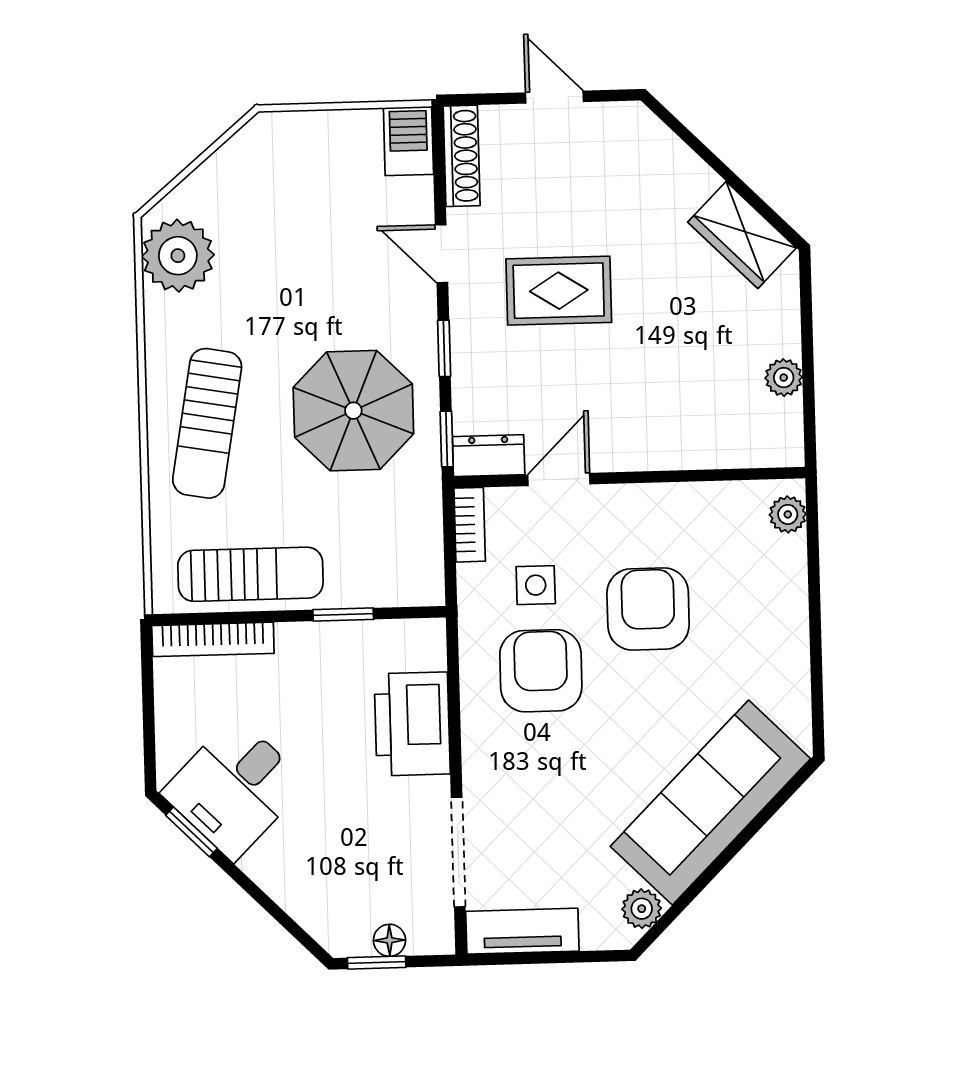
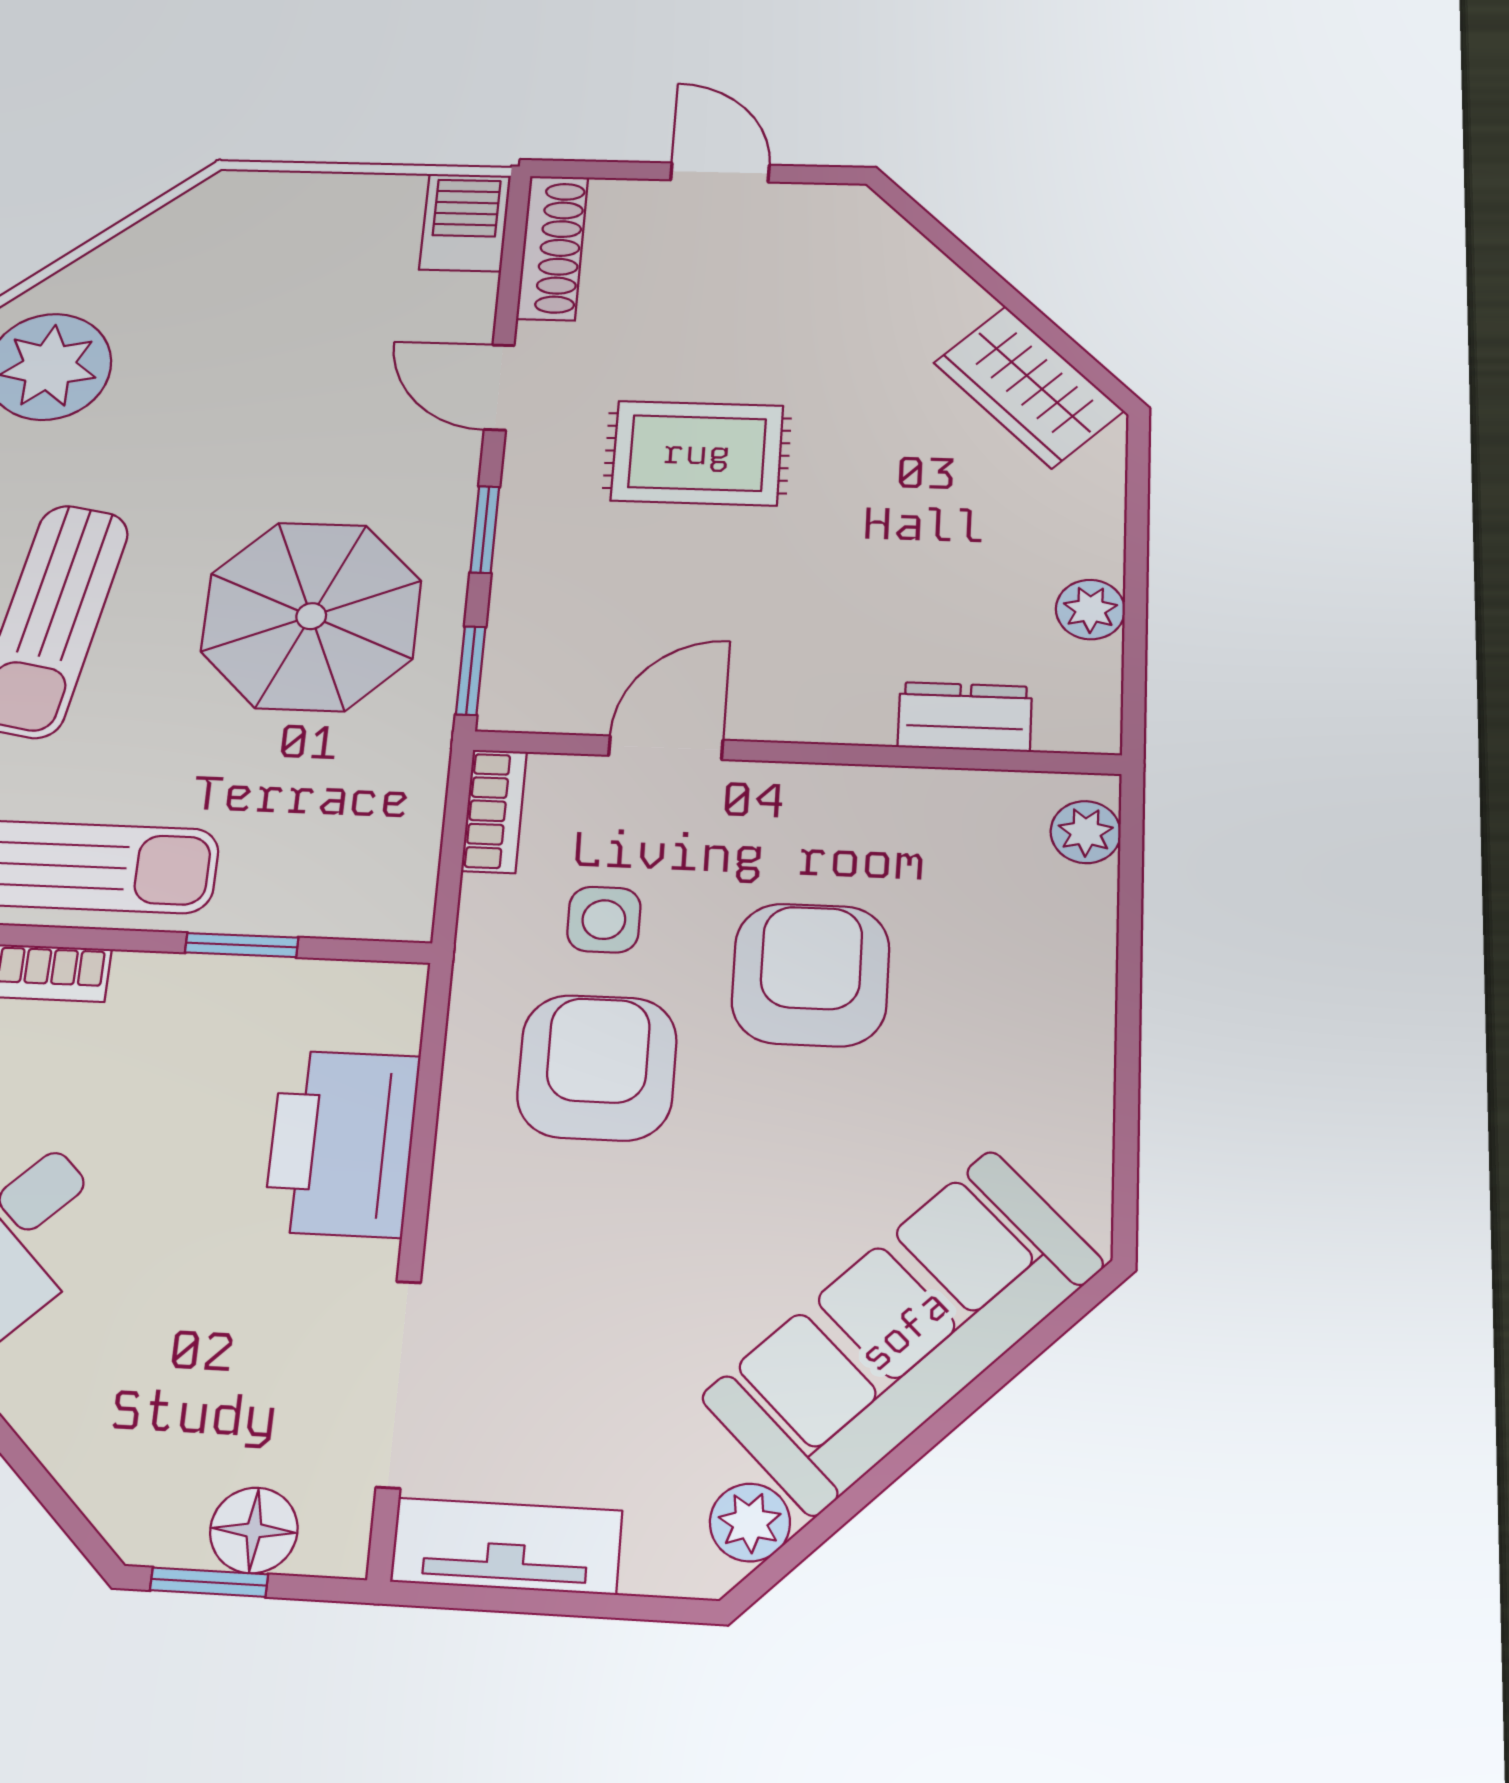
dresser: (489, 456) -> (965, 717), moved
floor lamp: (389, 940) -> (254, 1530), width x1.37, depth x1.37

